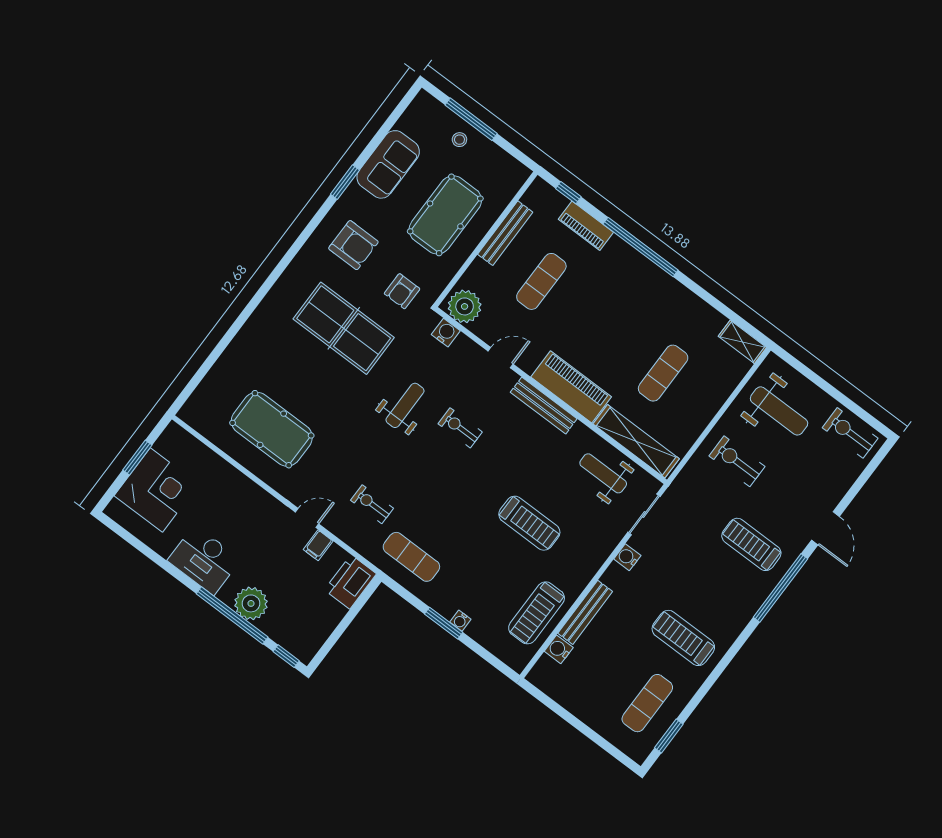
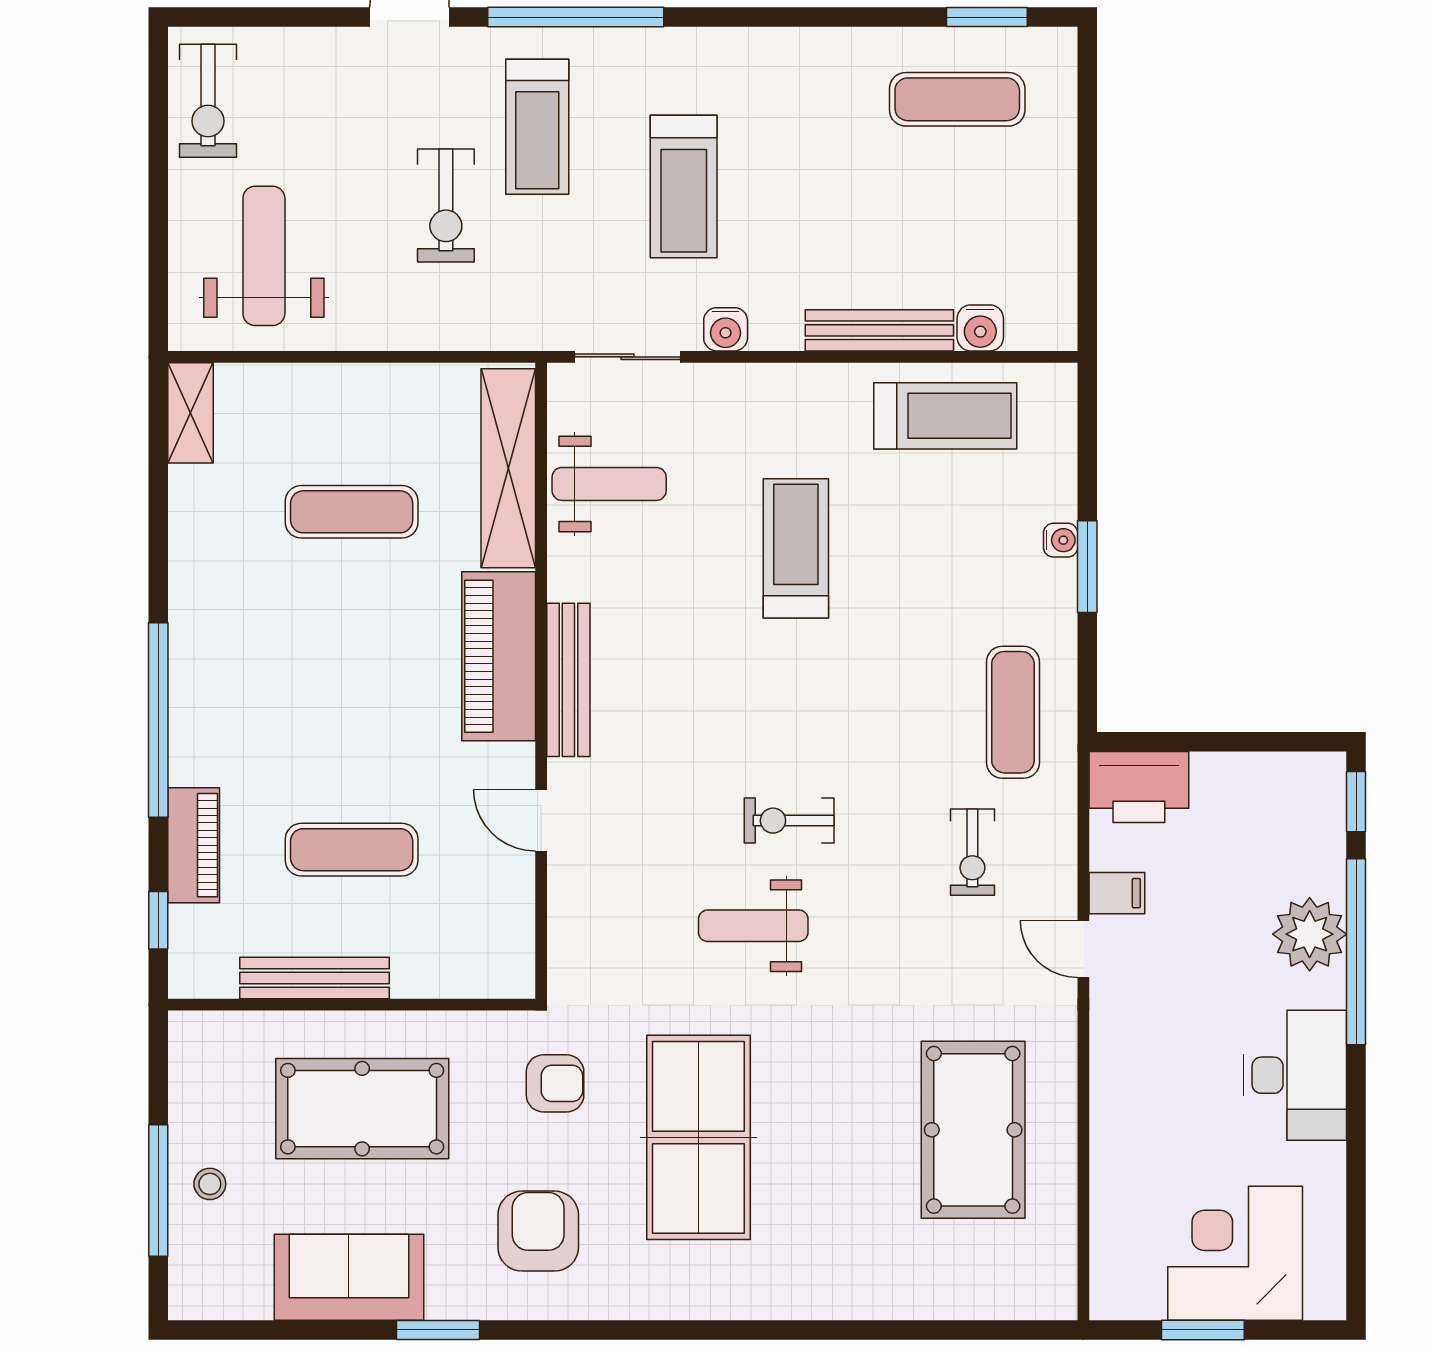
plant: (465, 306) -> (499, 952), removed
water cooler: (446, 333) -> (570, 951), removed
exercise bike: (460, 428) -> (789, 821), moved, turned 90
exercise bike: (737, 461) -> (446, 205), moved
weight bench: (603, 473) -> (609, 484), turned -90
treadmill: (683, 638) -> (684, 186), moved

